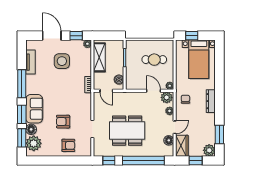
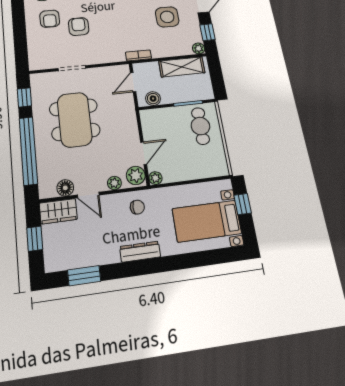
cafe table: (154, 60) -> (200, 126), moved
armchair: (68, 145) -> (50, 19), moved
plant: (209, 150) -> (54, 261), removed

